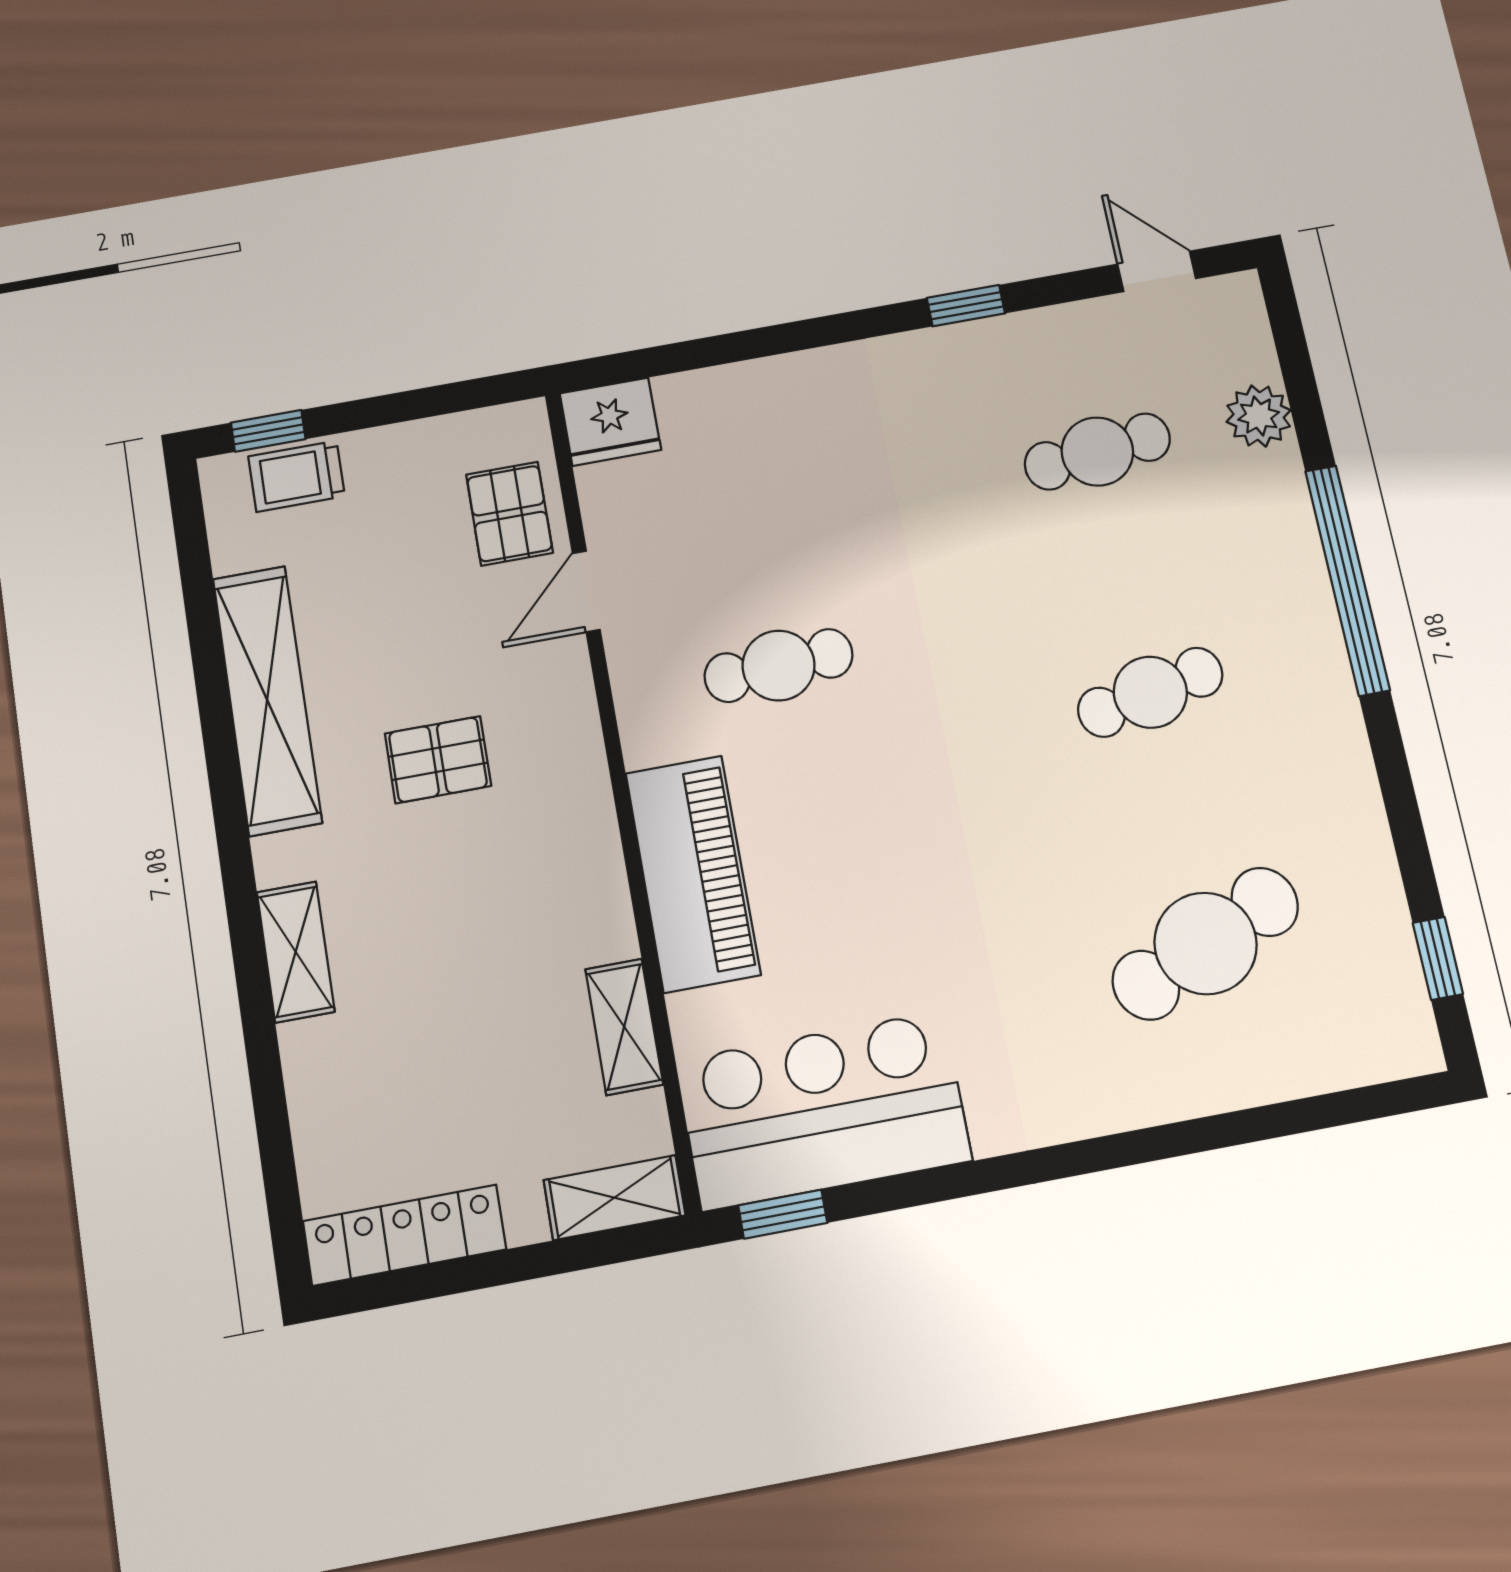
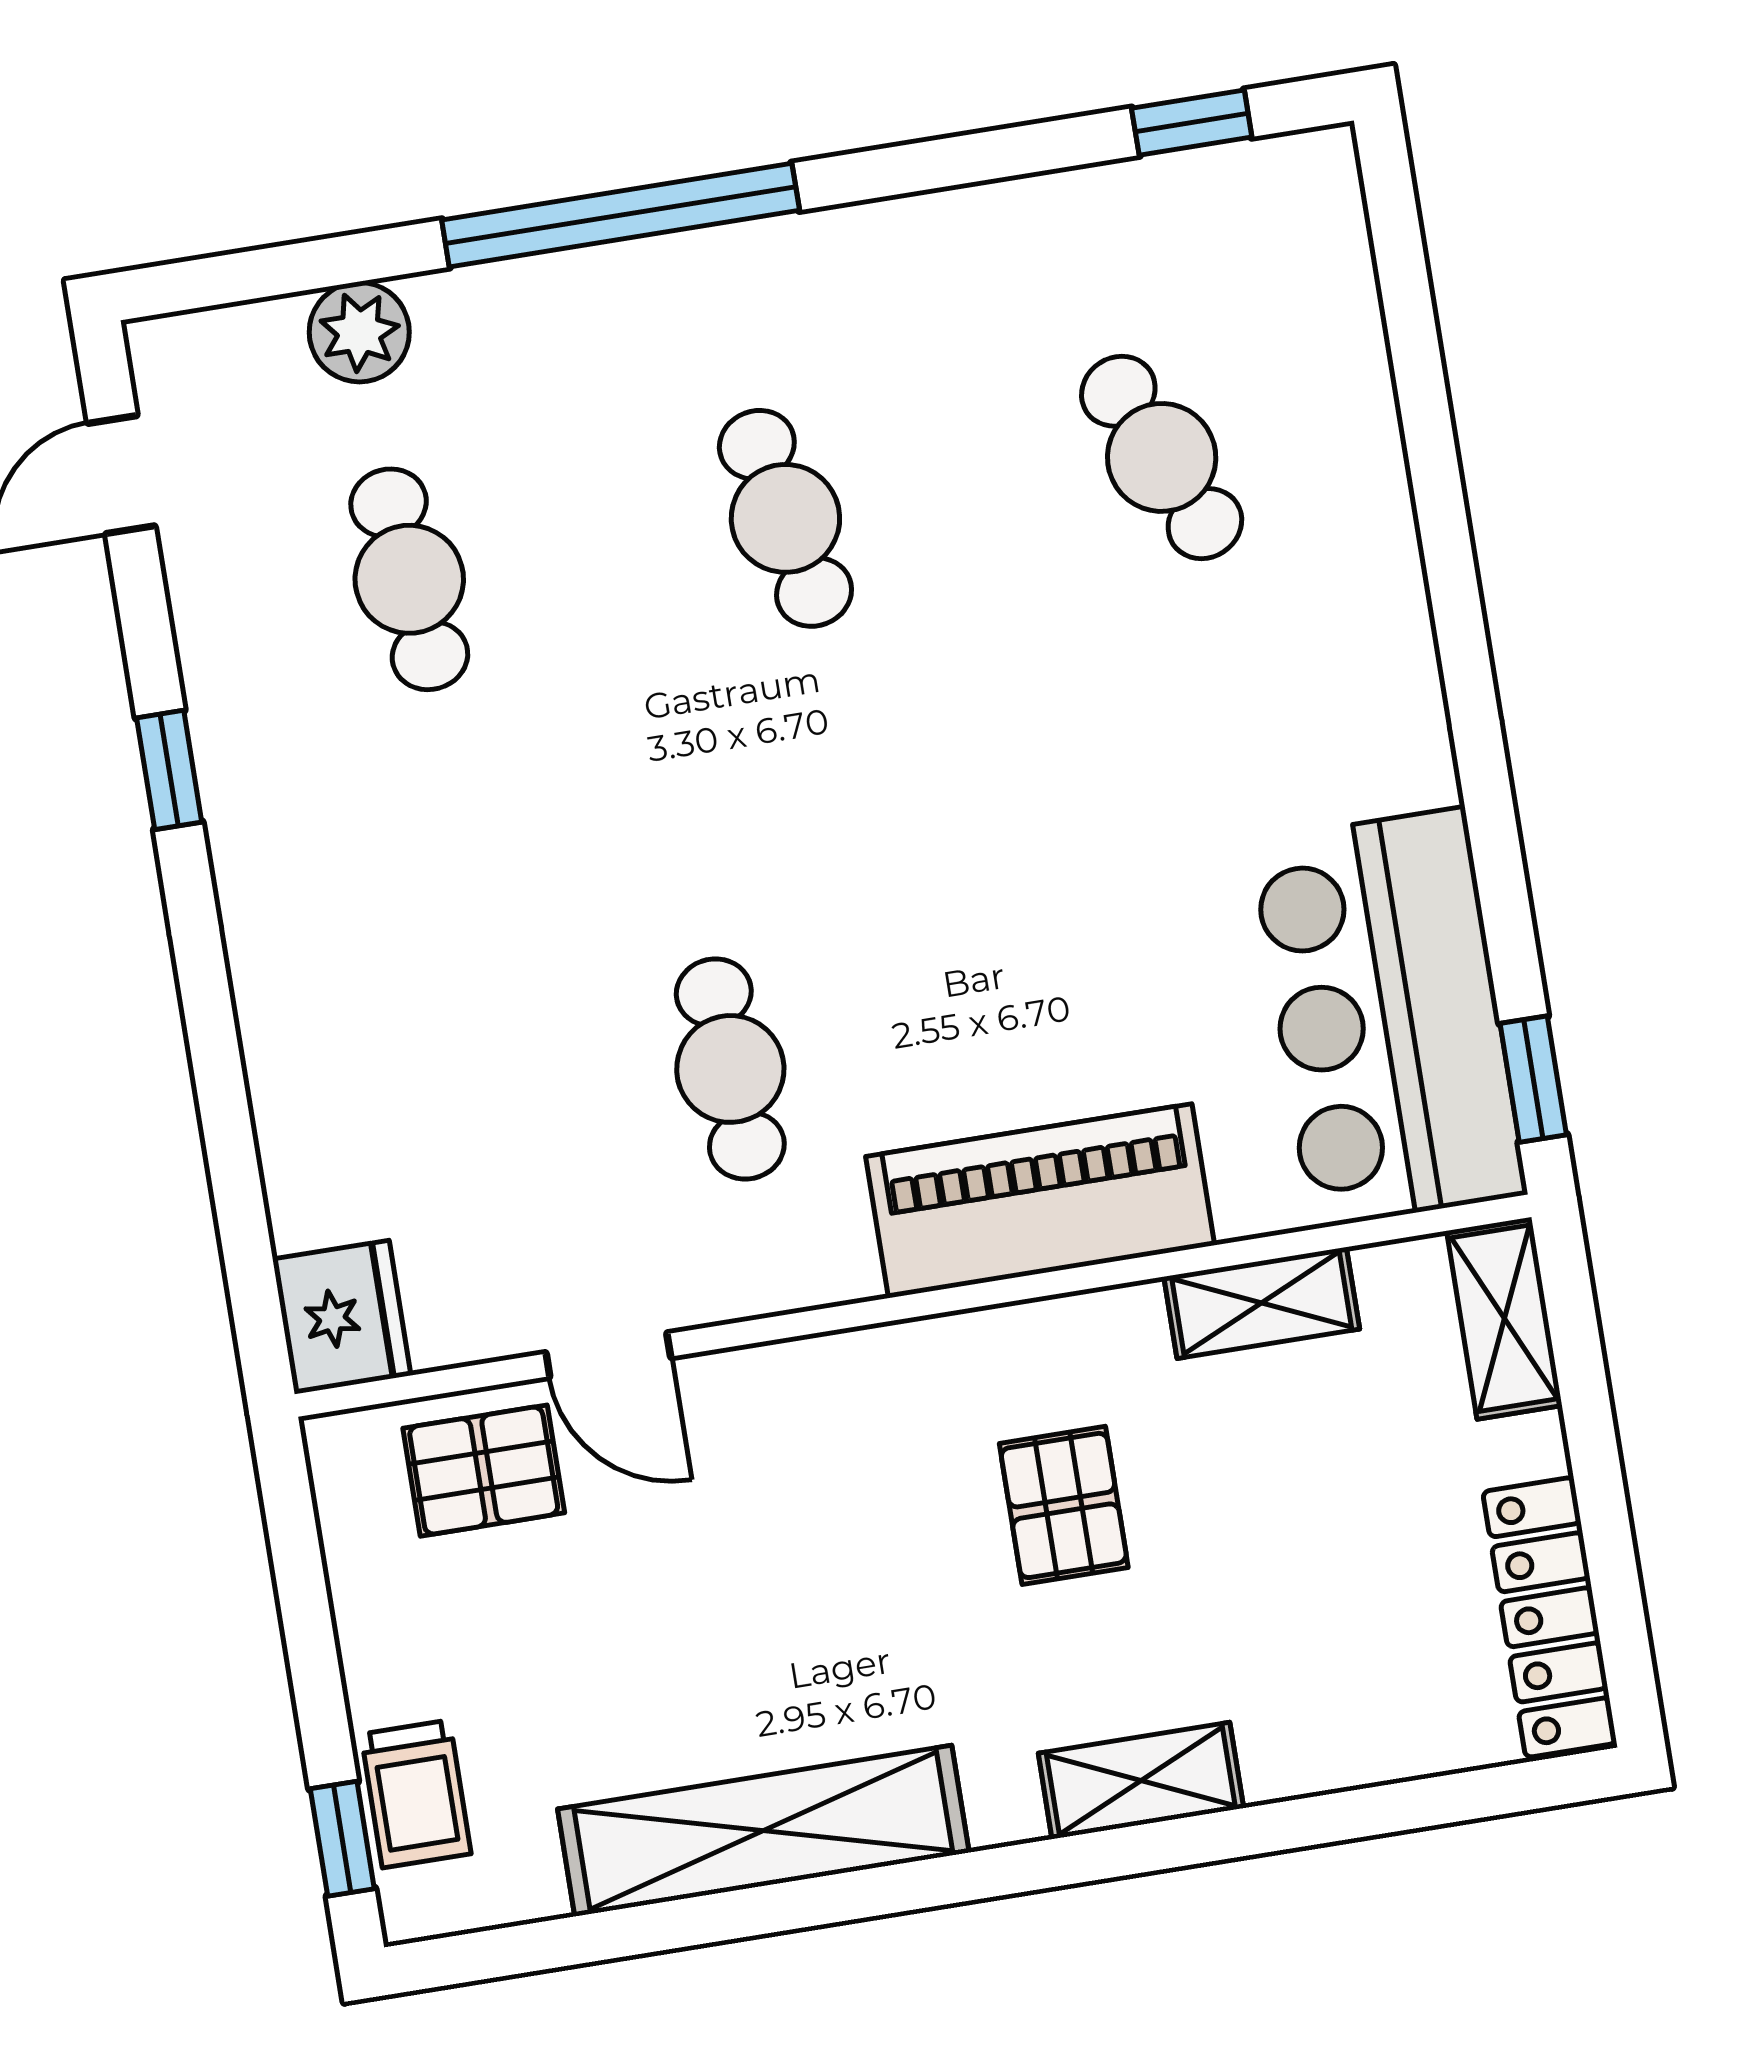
pallet: (438, 760) -> (1064, 1505), moved
cafe table: (1205, 943) -> (1162, 457), width x0.73, depth x0.74

